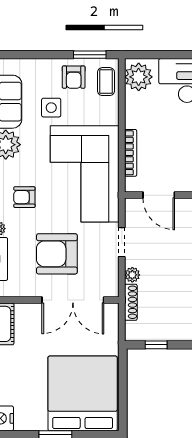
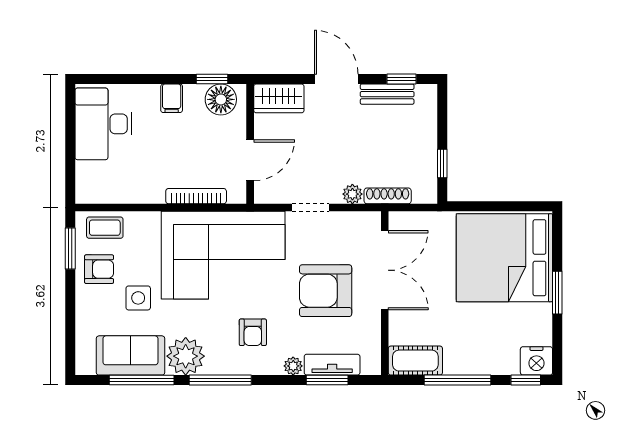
plant: (139, 77) -> (99, 186), removed
armchair: (57, 254) -> (326, 291), turned 90

